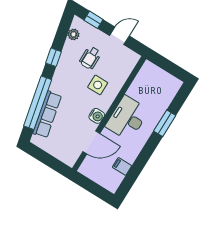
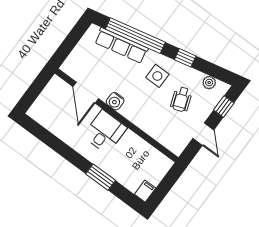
wheelchair: (90, 58) -> (181, 99), turned -110
side table: (98, 85) -> (157, 76), moved
desk: (127, 118) -> (105, 132), width x0.73
filing cabinet: (122, 166) -> (145, 191), moved

